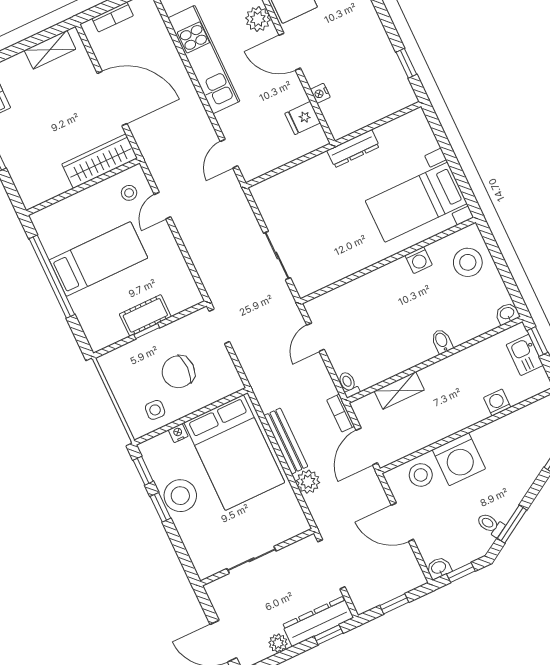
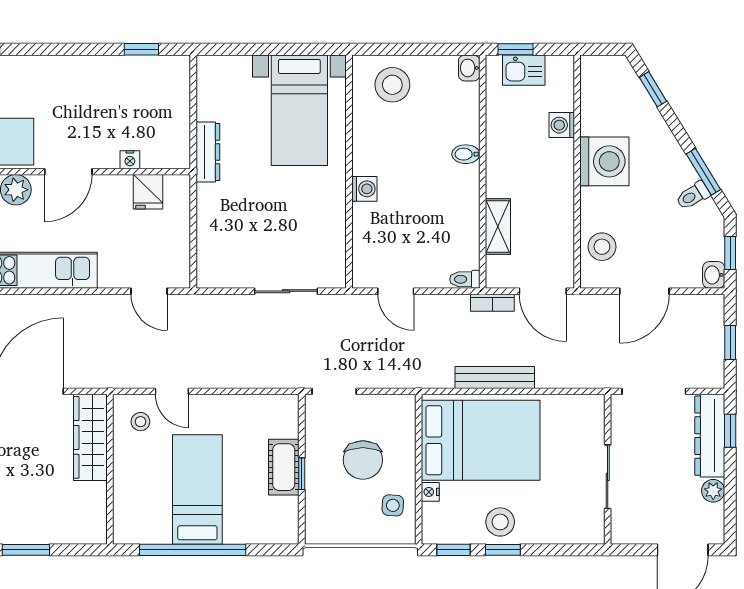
washing machine: (419, 260) -> (364, 189), moved
washing machine: (459, 459) -> (604, 161), moved
plant: (308, 482) -> (551, 374), removed
stool: (180, 496) -> (500, 522), width x0.73, depth x0.73

